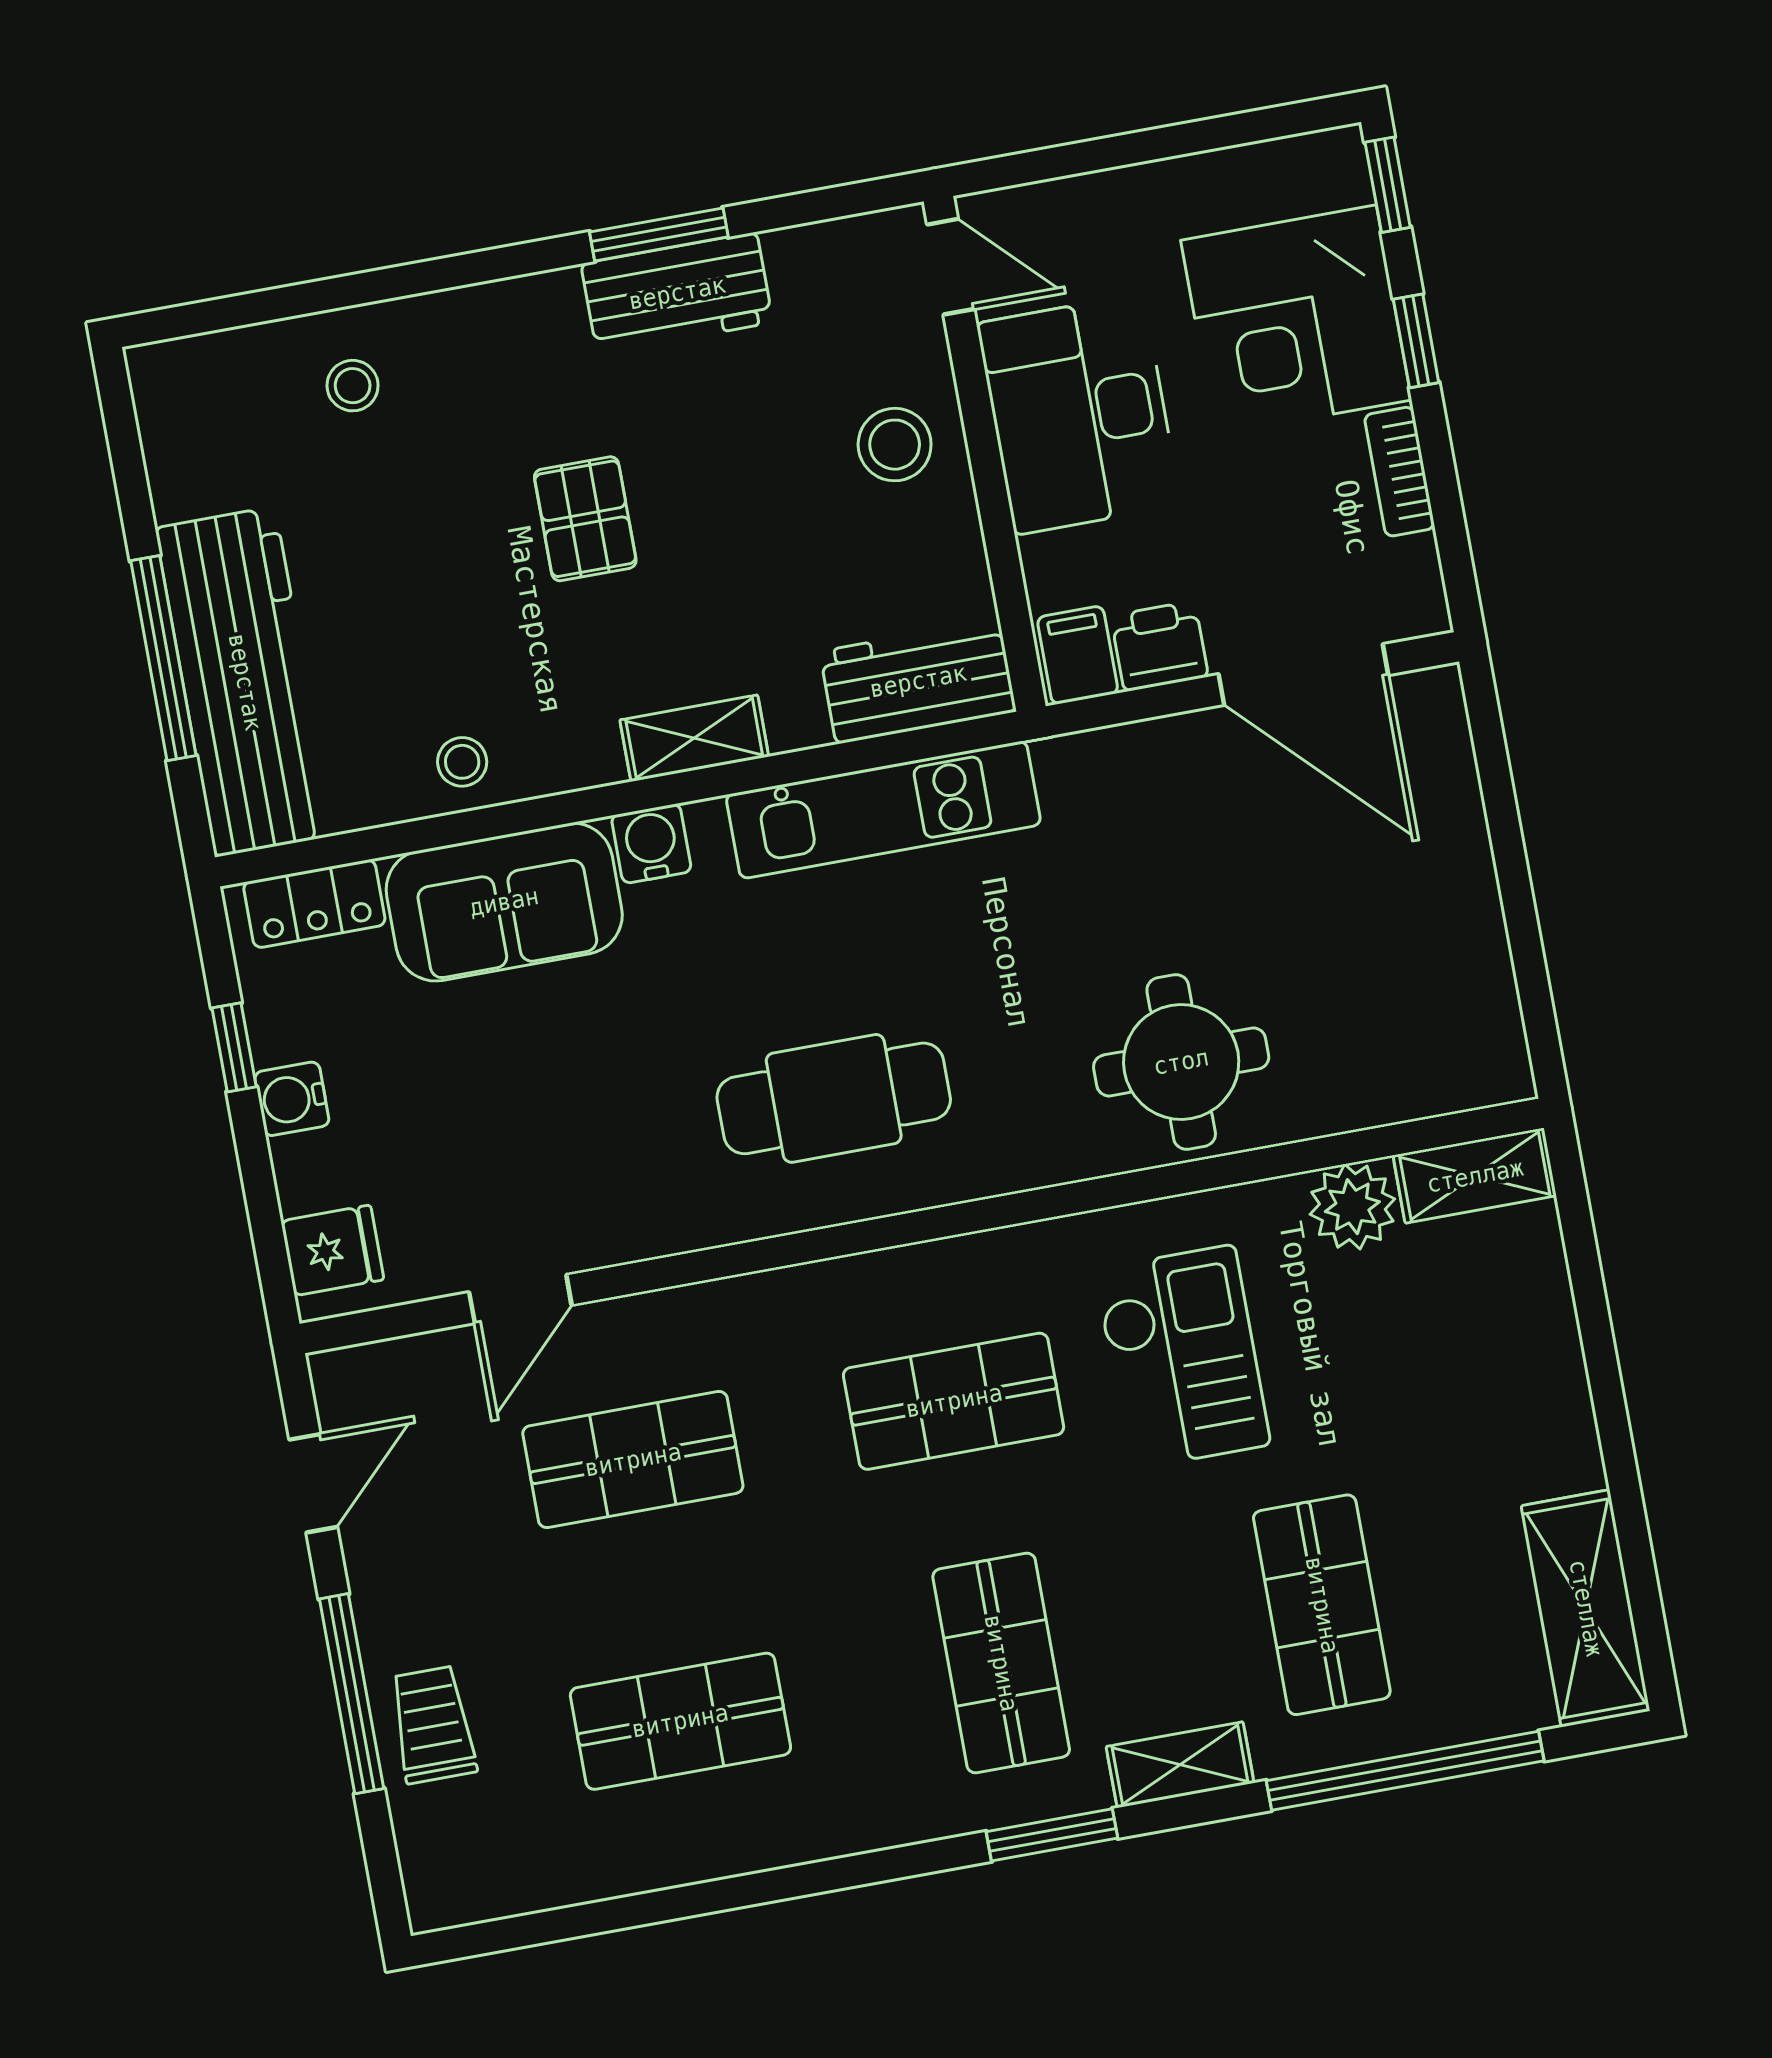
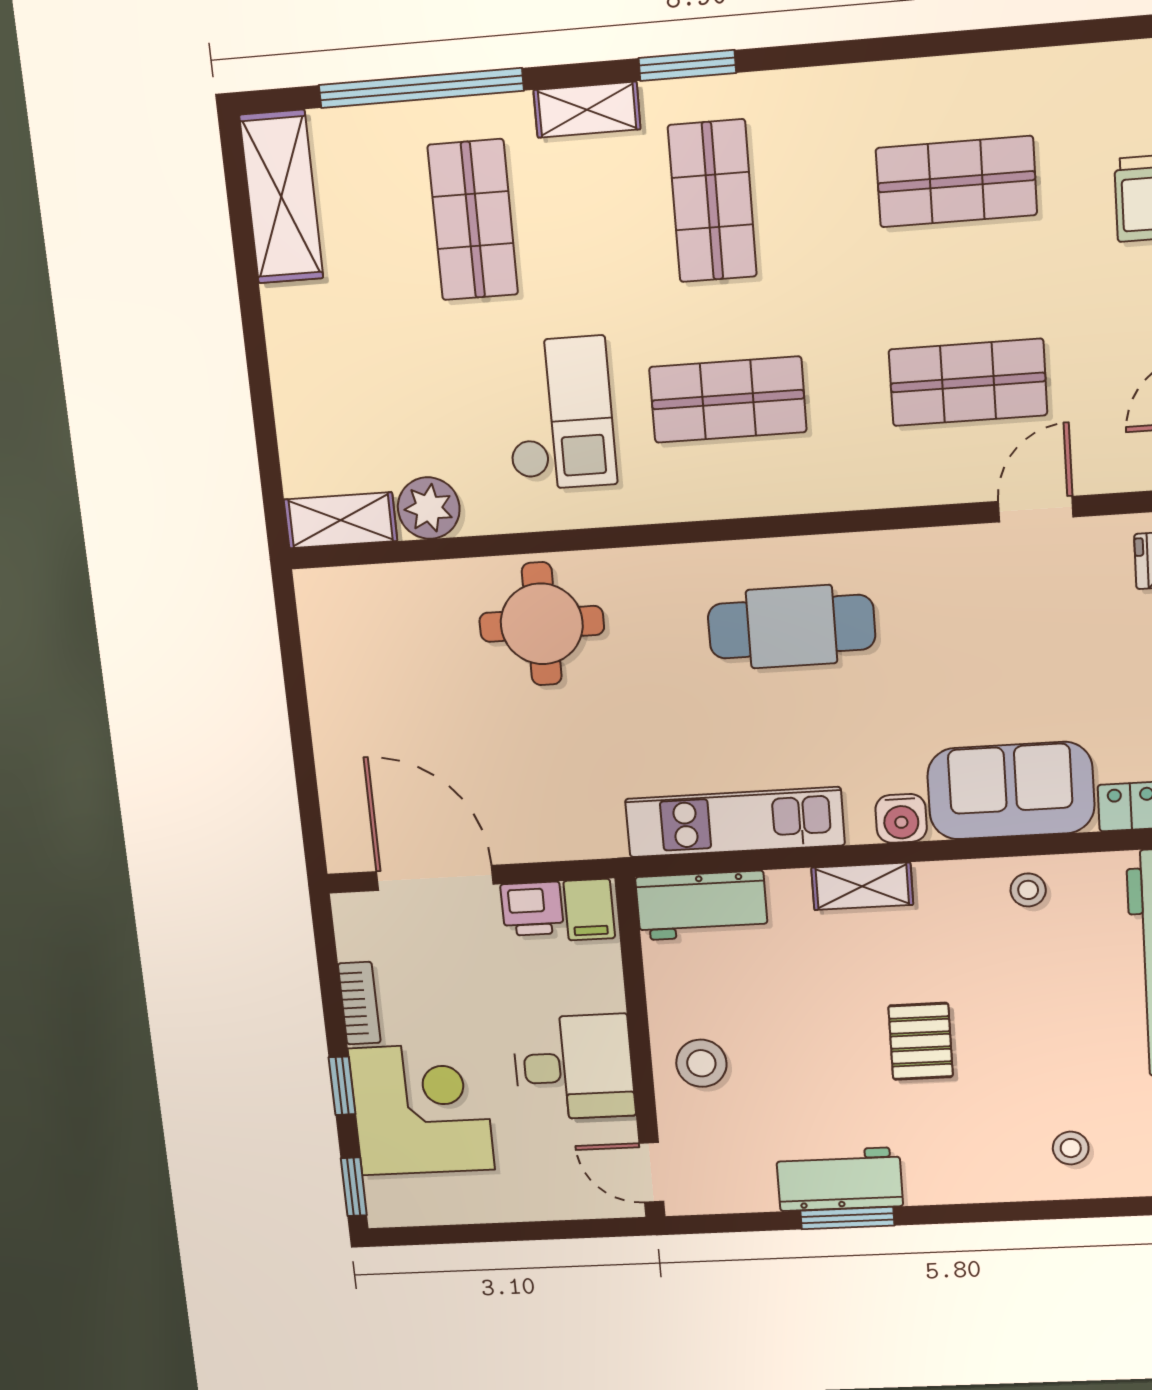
desk: (1079, 414) -> (574, 1067), width x0.73
checkout: (1182, 1357) -> (559, 414), turned 180

